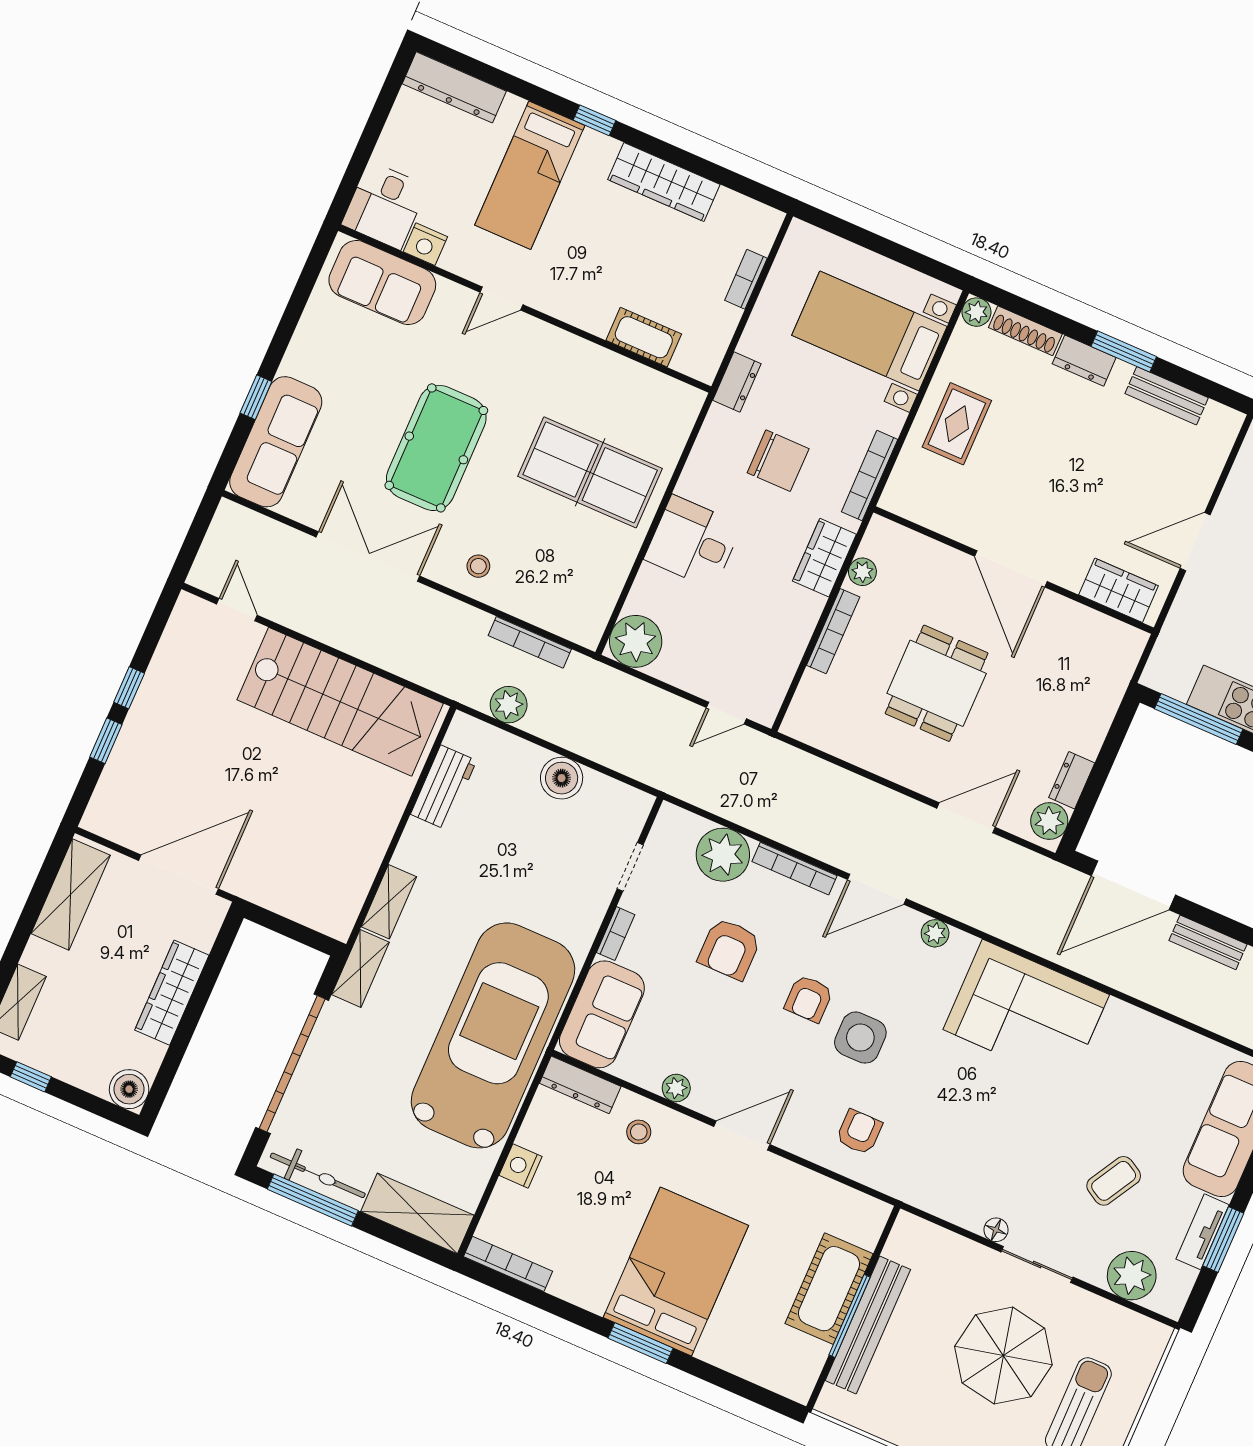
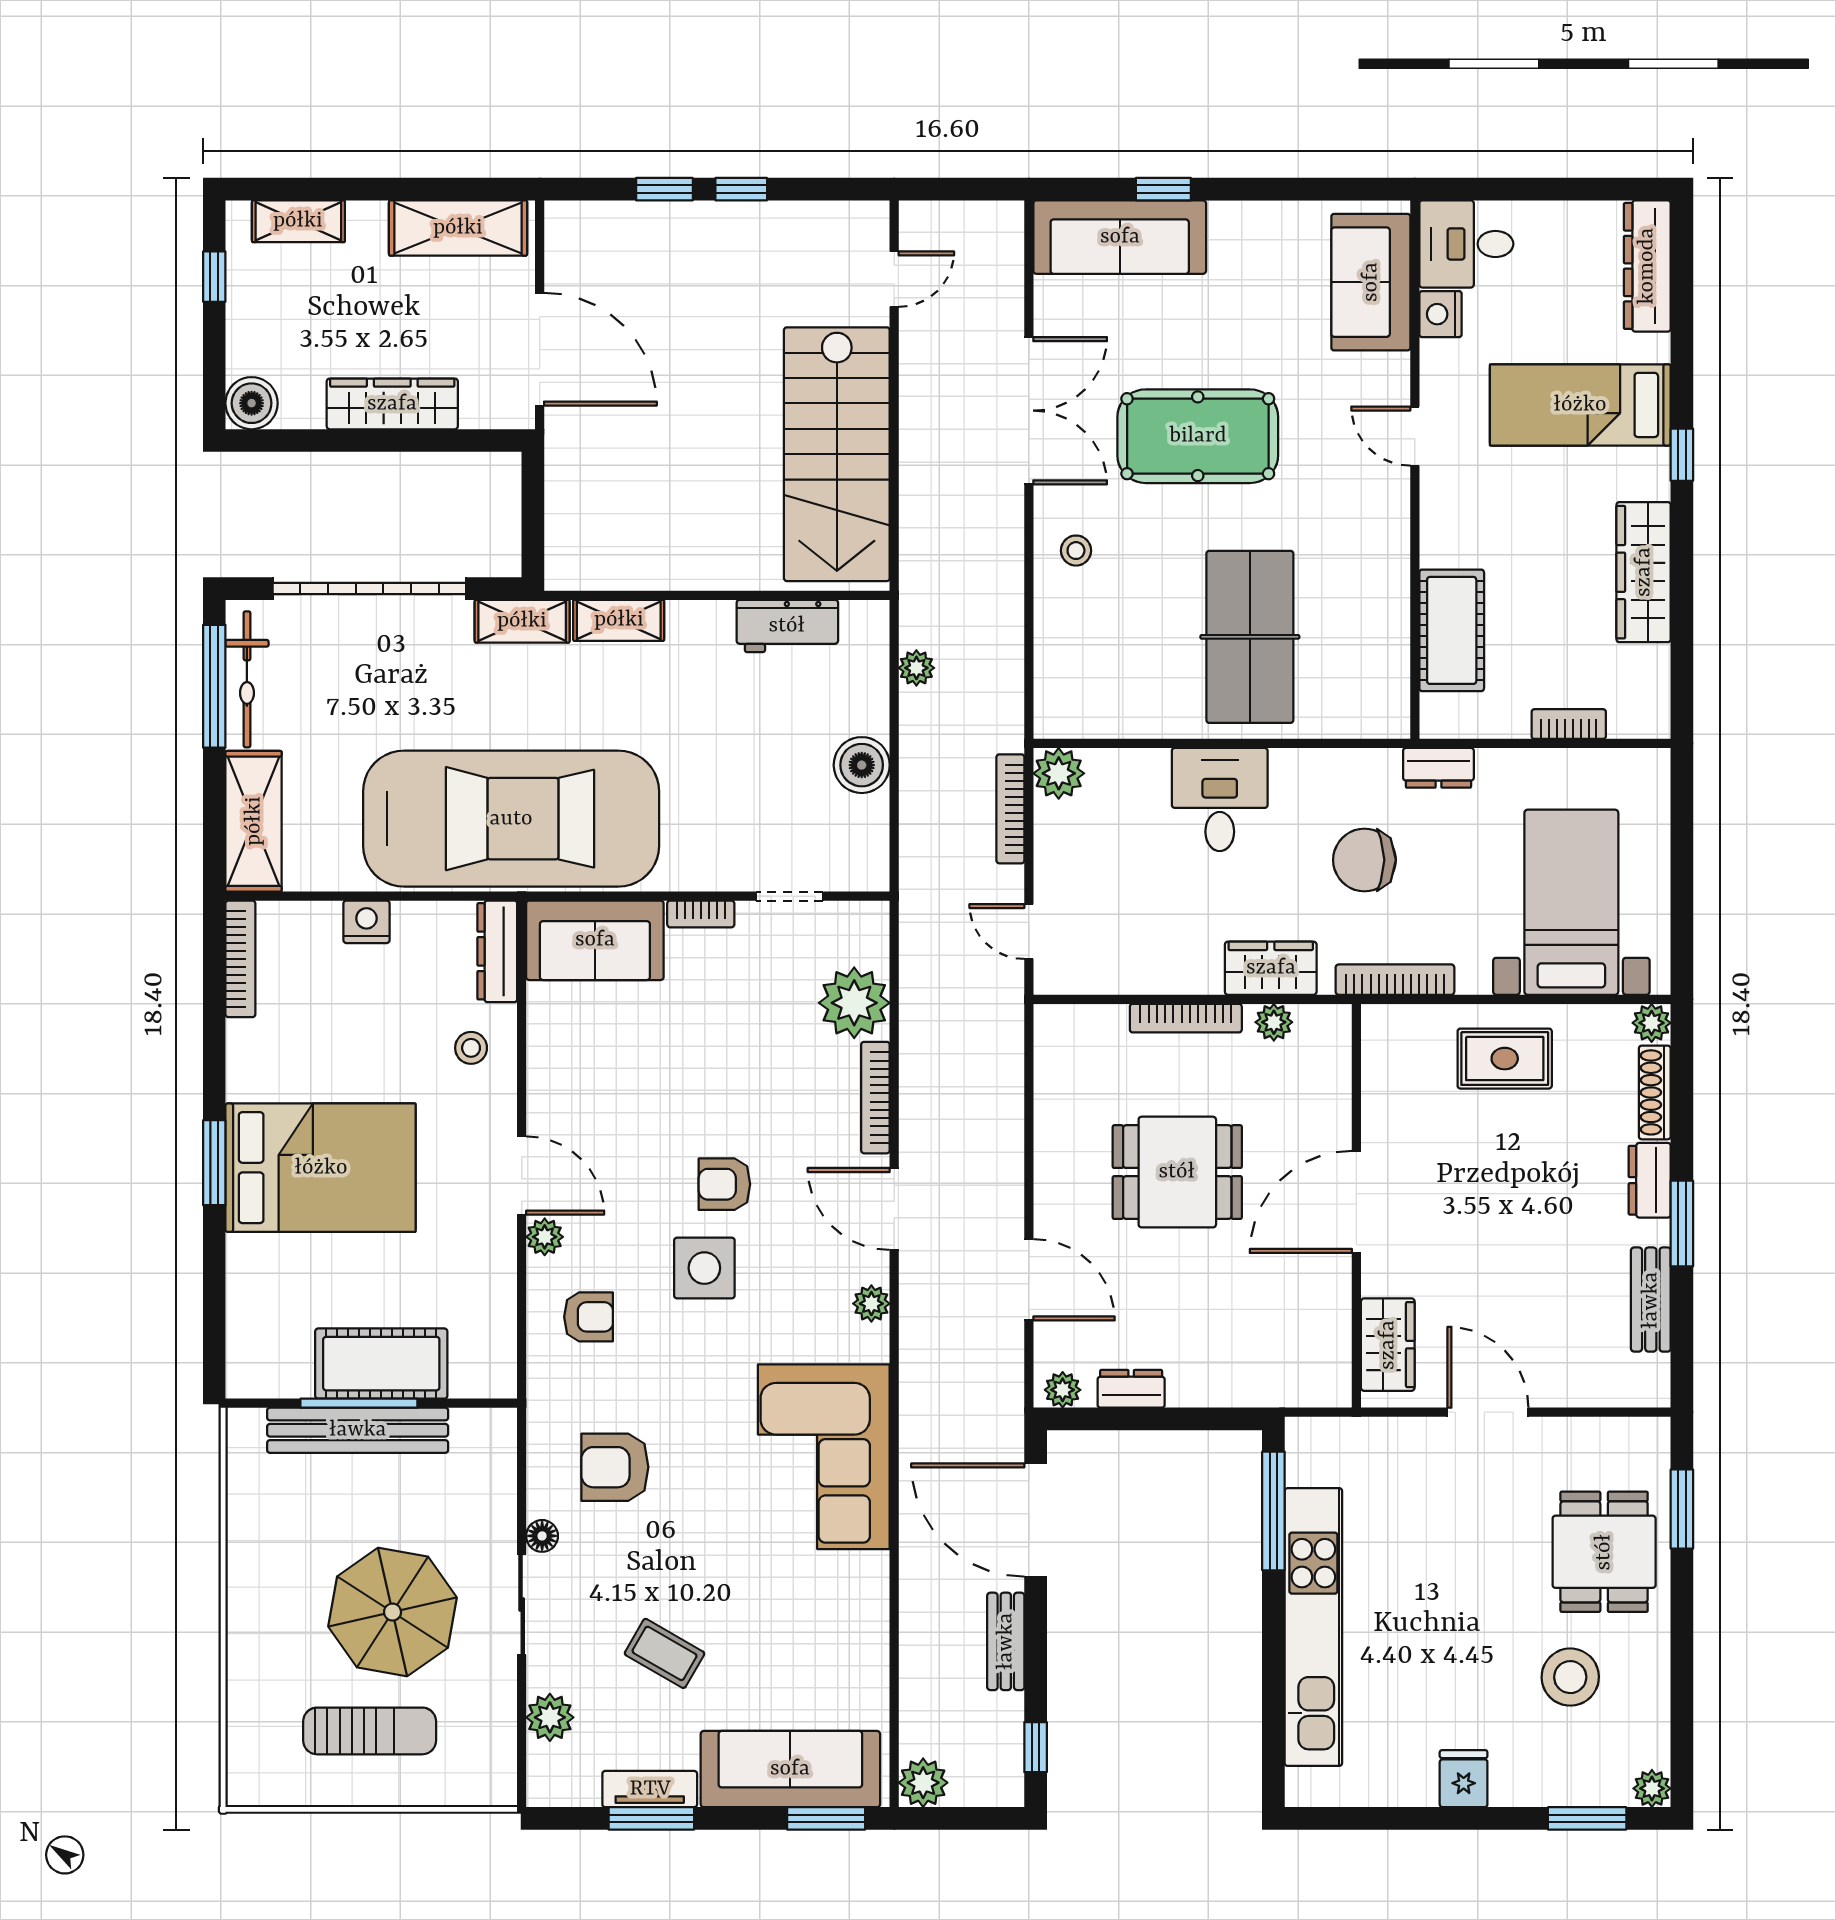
cot: (644, 337) -> (1452, 630), width x1.37, depth x1.34
chair: (778, 461) -> (1364, 860), turned 90
plant: (636, 641) -> (1059, 773), width x0.73, depth x0.73
bookcase: (530, 642) -> (1010, 809), moved
plant: (509, 705) -> (916, 668), width x0.73, depth x0.73
plant: (1049, 821) -> (1063, 1390), width x0.73, depth x0.73
armchair: (729, 949) -> (615, 1467), moved
plant: (676, 1088) -> (545, 1237), moved
plant: (1132, 1276) -> (550, 1717), width x0.73, depth x0.73

